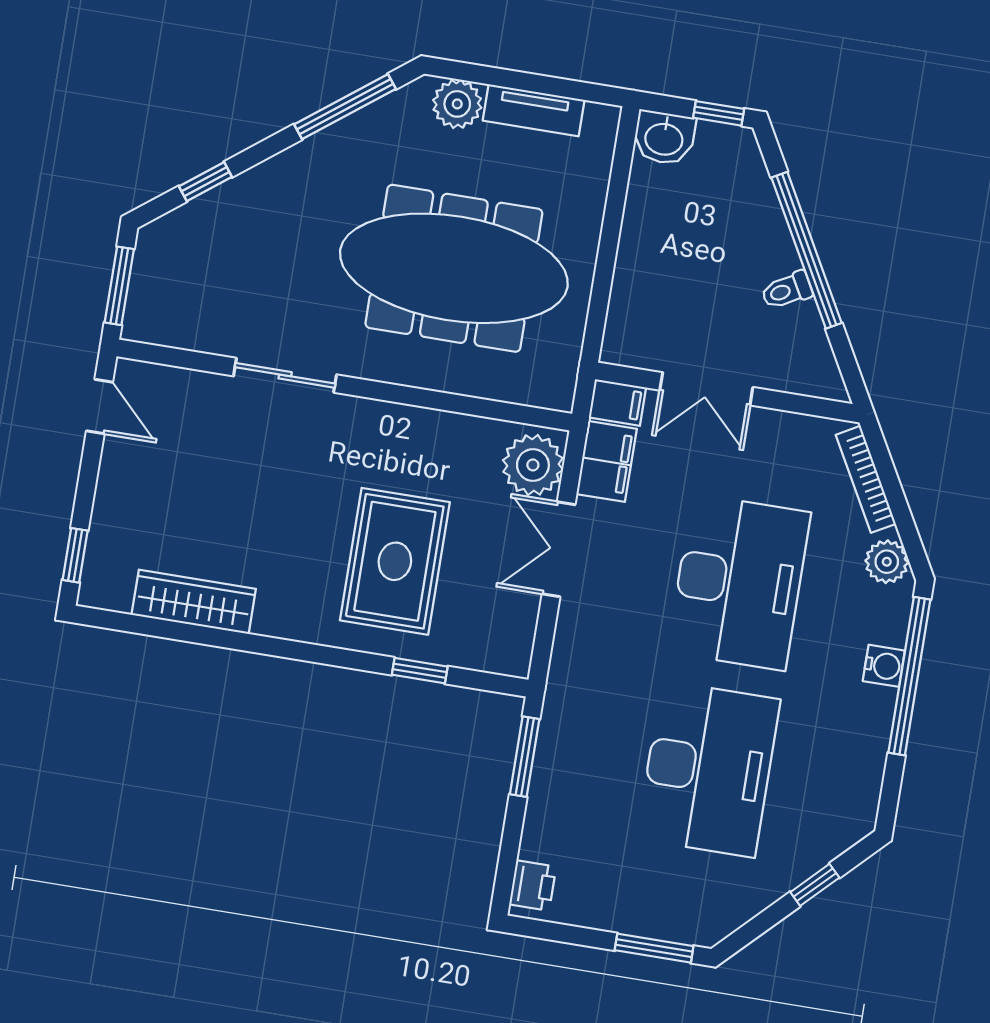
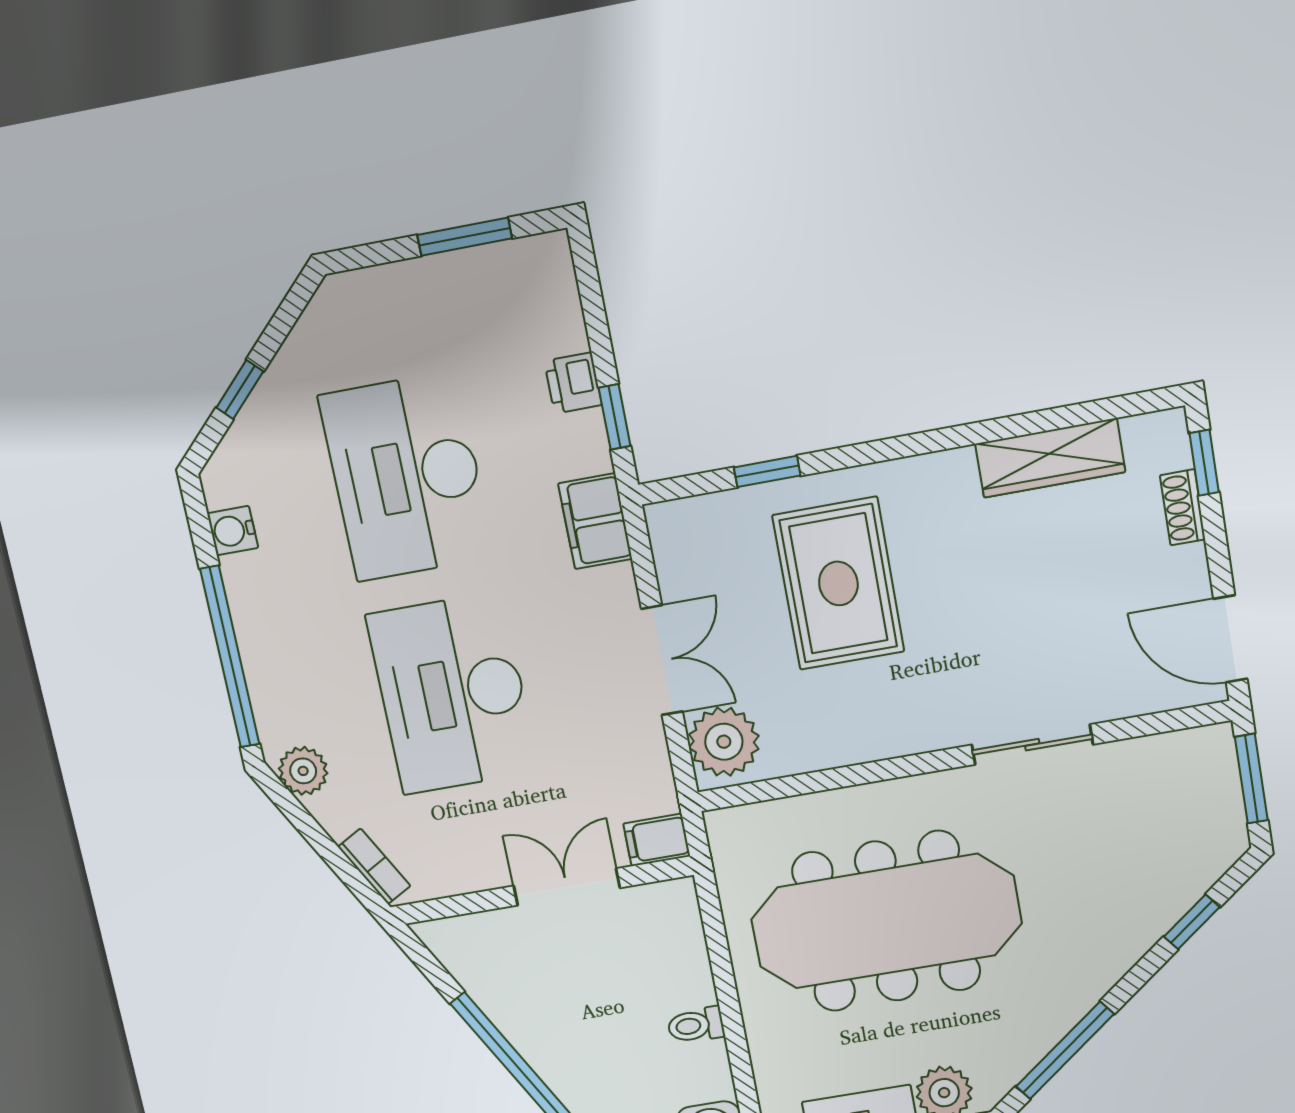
toilet: (787, 290) -> (696, 1025), moved, turned -151
door: (99, 407) -> (1230, 639), width x1.38
filing cabinet: (607, 461) -> (595, 521), moved
bookcase: (866, 479) -> (374, 866), width x0.64
shoe rack: (103, 526) -> (1183, 507), added
water cooler: (884, 666) -> (233, 531), moved
window: (525, 757) -> (615, 417), width x0.67
printer: (533, 885) -> (573, 383), moved
window: (654, 948) -> (465, 237), moved

